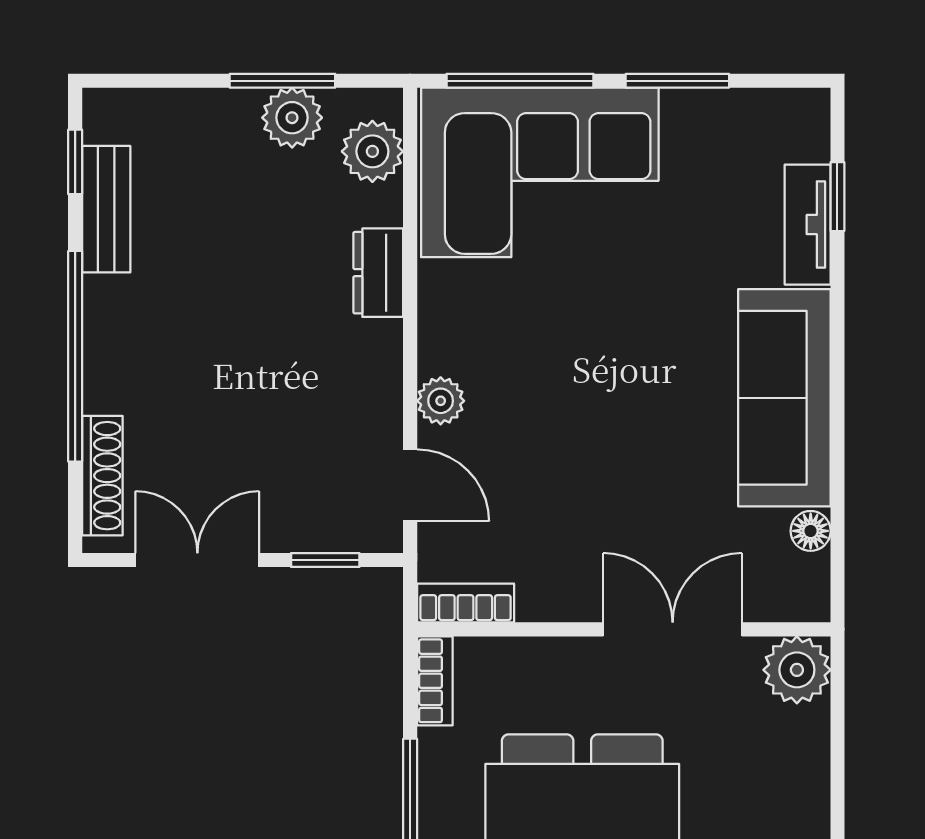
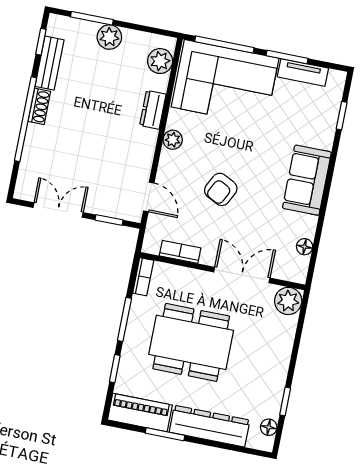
window: (282, 81) -> (92, 18), moved
plant: (292, 118) -> (109, 37), moved
tv unit: (808, 225) -> (303, 72), moved, turned -90
sofa: (784, 398) -> (307, 180), width x0.73
plant: (441, 401) -> (173, 140), moved
armchair: (581, 433) -> (221, 189), added
shoe rack: (102, 476) -> (39, 106), moved, width x0.70
bookcase: (466, 603) -> (180, 252), moved

